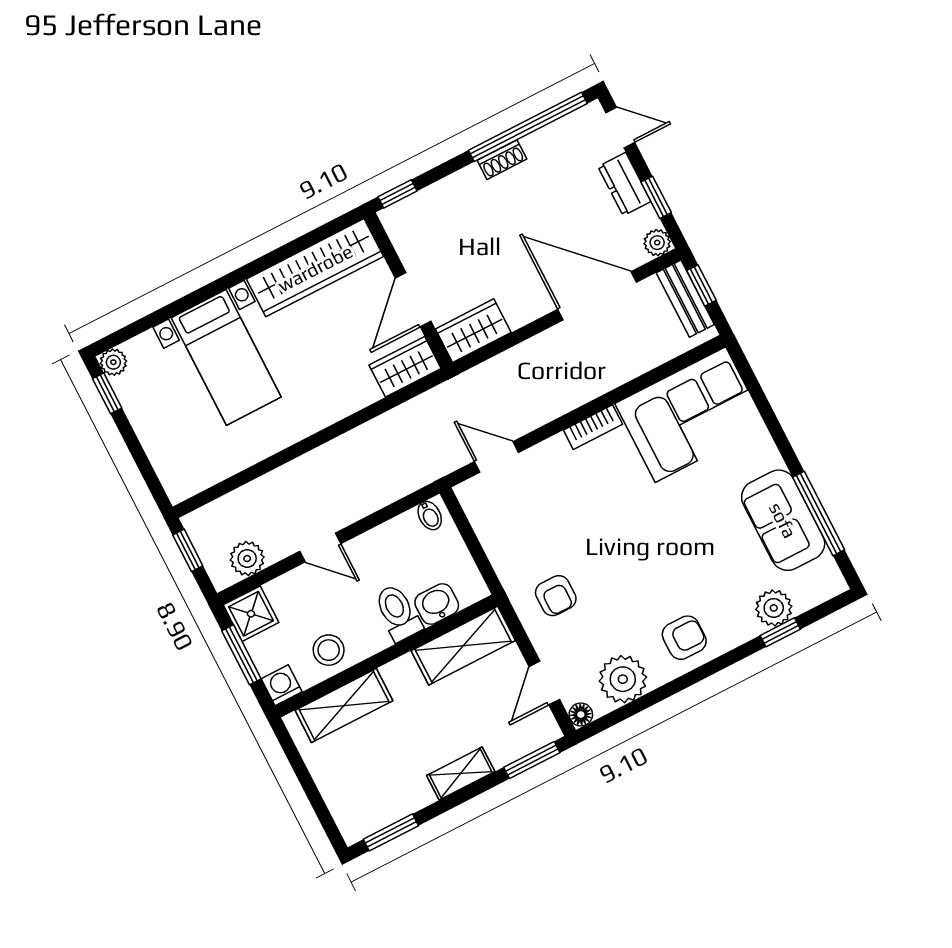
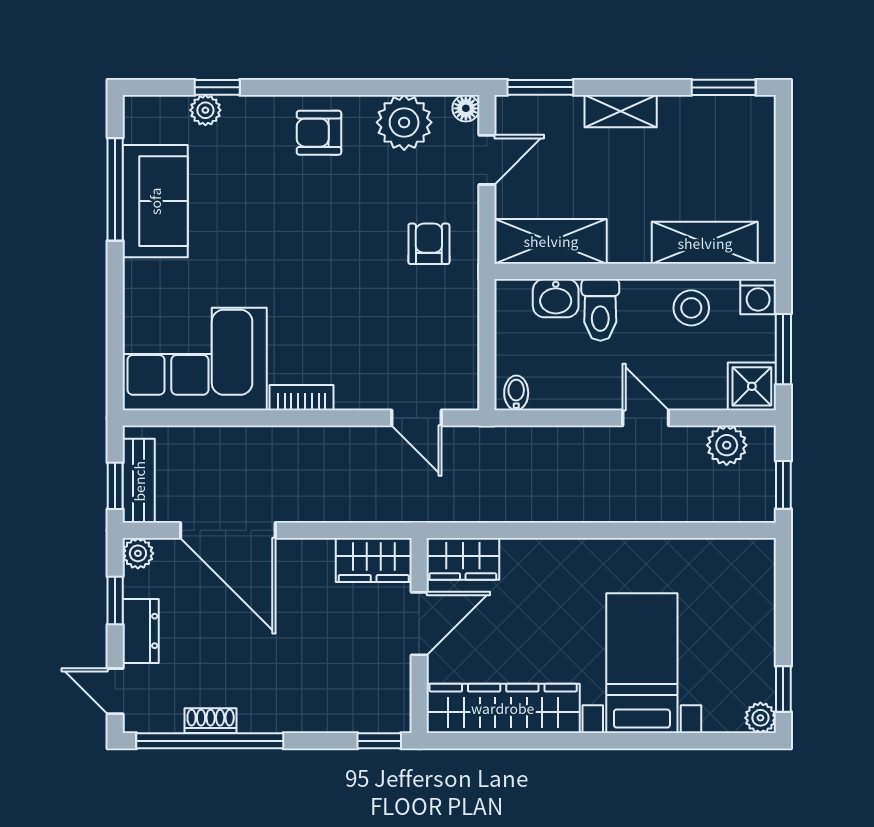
shoe rack: (502, 160) -> (211, 721), moved
plant: (774, 608) -> (205, 110), width x0.73, depth x0.73

